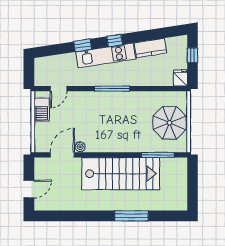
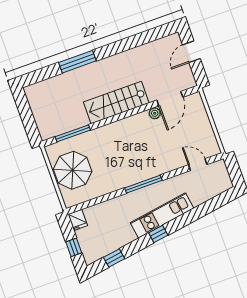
window: (83, 45) -> (114, 258), moved
kitchen counter: (150, 48) -> (119, 239), removed
door: (59, 89) -> (198, 165), hinge flipped
barbecue: (42, 110) -> (207, 137), removed
stairs: (121, 174) -> (116, 103), width x0.73, depth x0.66

